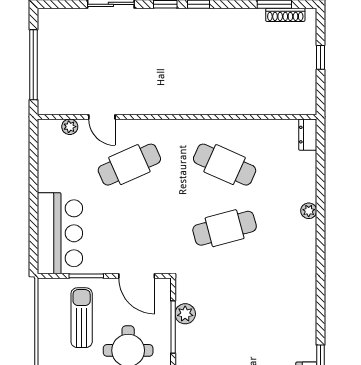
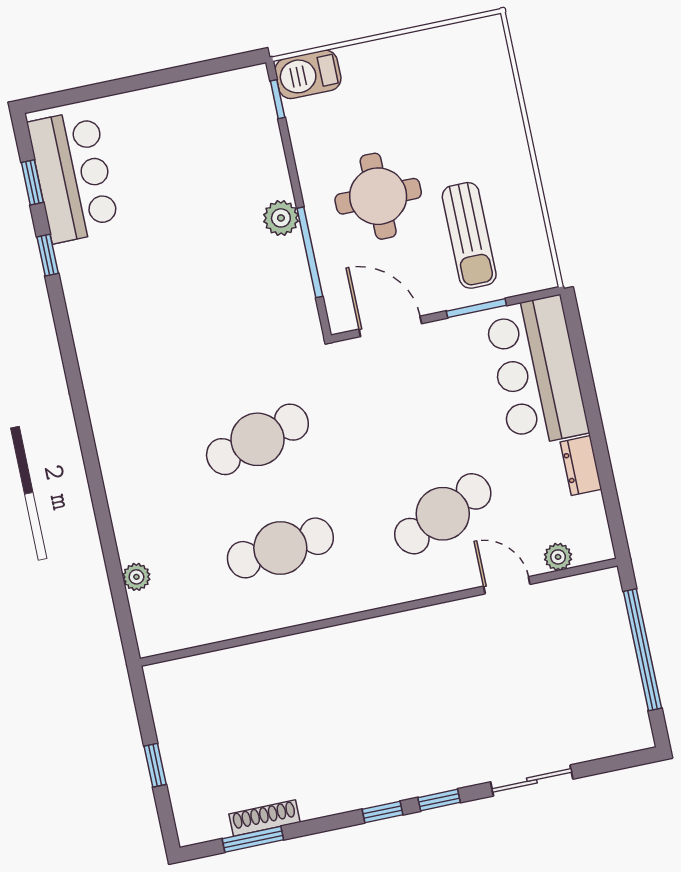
shoe rack: (285, 15) -> (264, 818), moved
dresser: (308, 135) -> (581, 466), moved, turned 180
cafe table: (225, 165) -> (280, 548), turned -30
plant: (309, 211) -> (136, 577), moved
plant: (185, 314) -> (281, 218), moved

